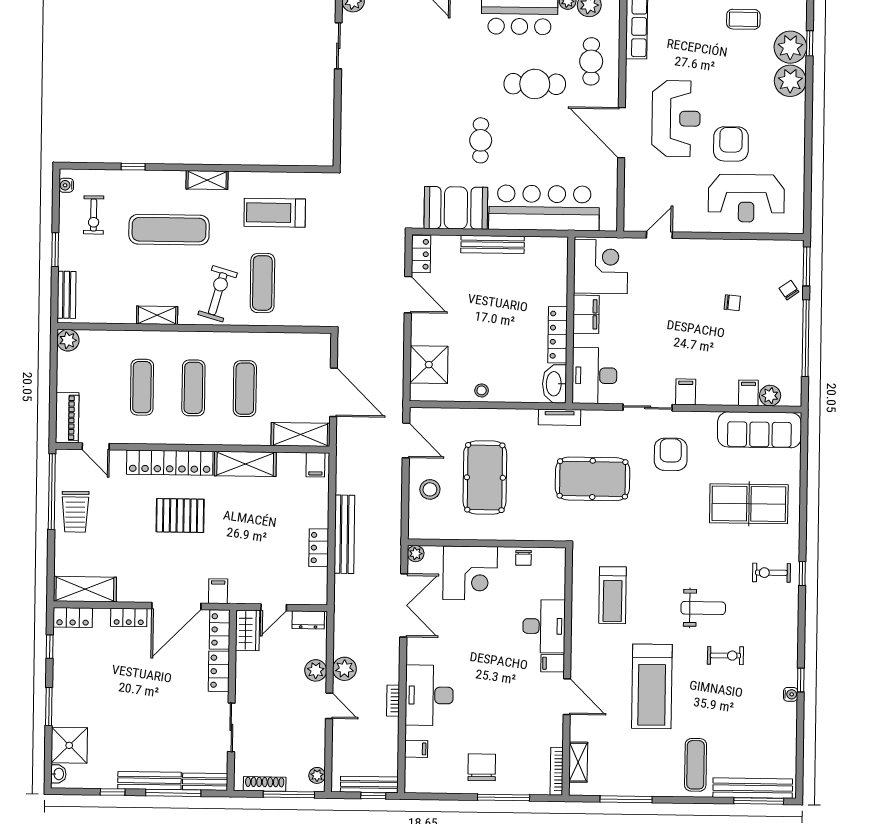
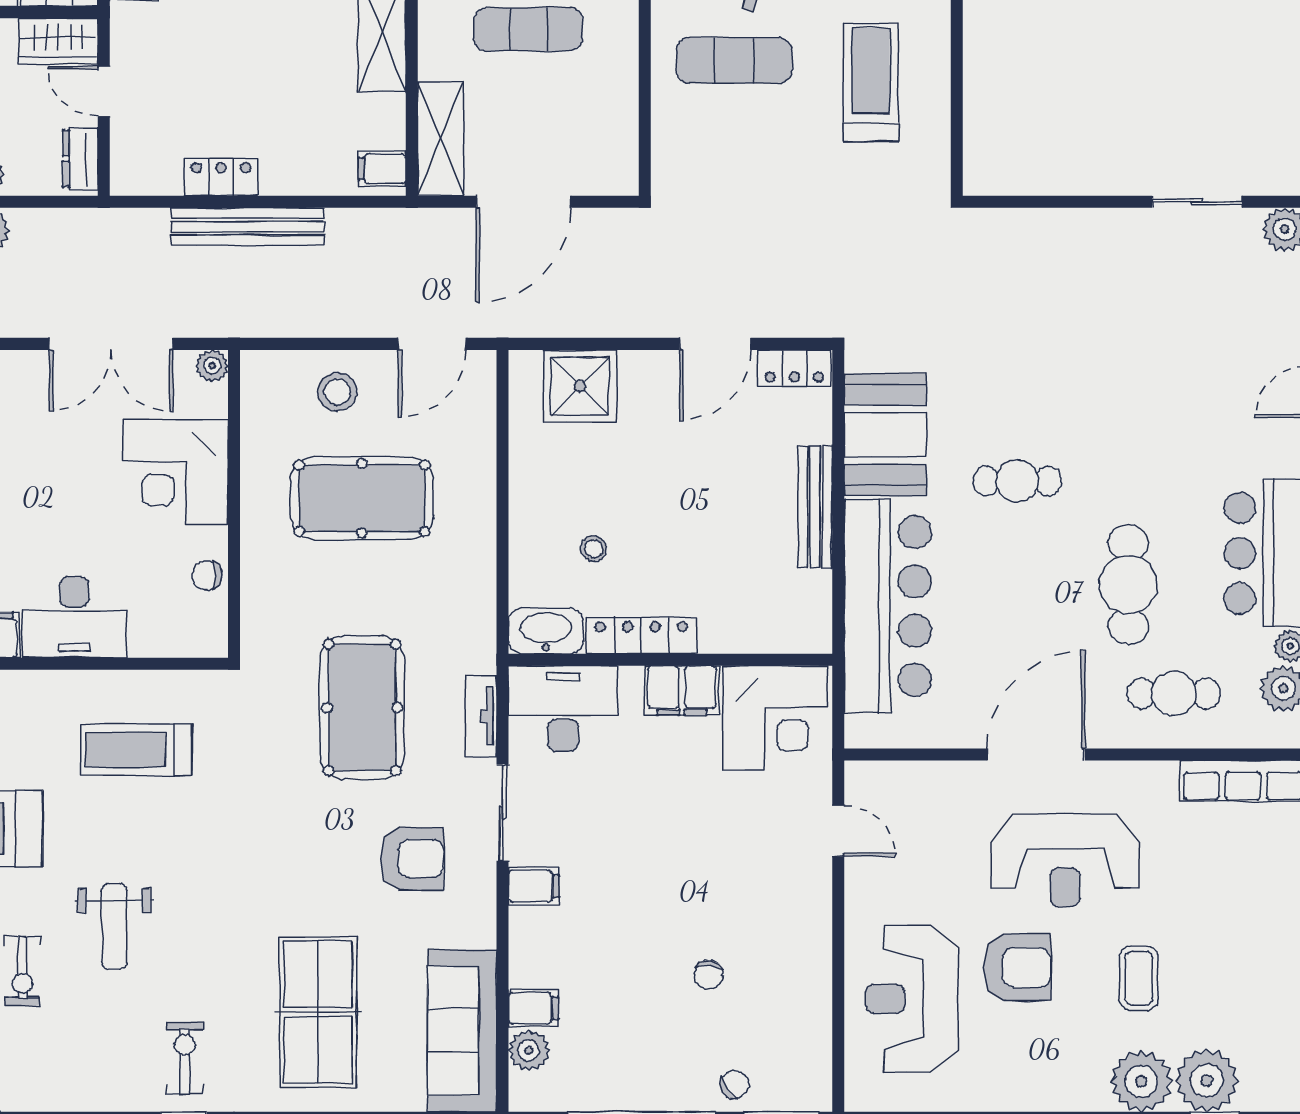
coffee table: (743, 19) -> (1139, 978), moved
stool: (482, 390) -> (594, 549), moved
tv unit: (560, 417) -> (481, 716), moved

